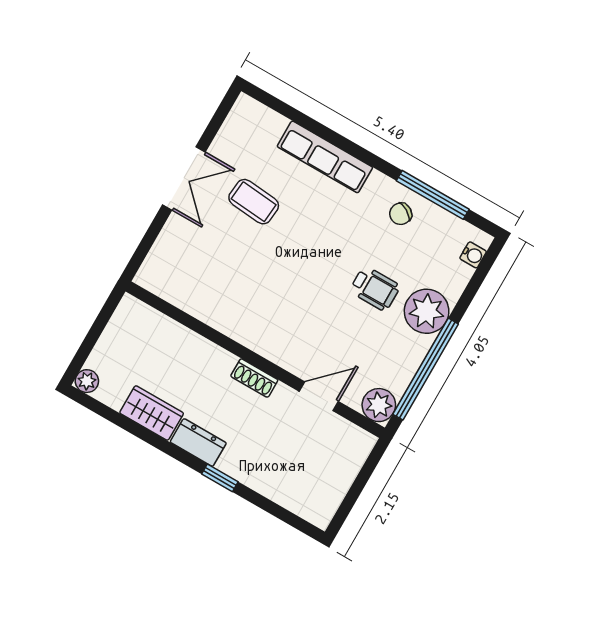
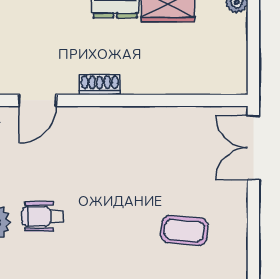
double door: (184, 178) -> (253, 147), moved

